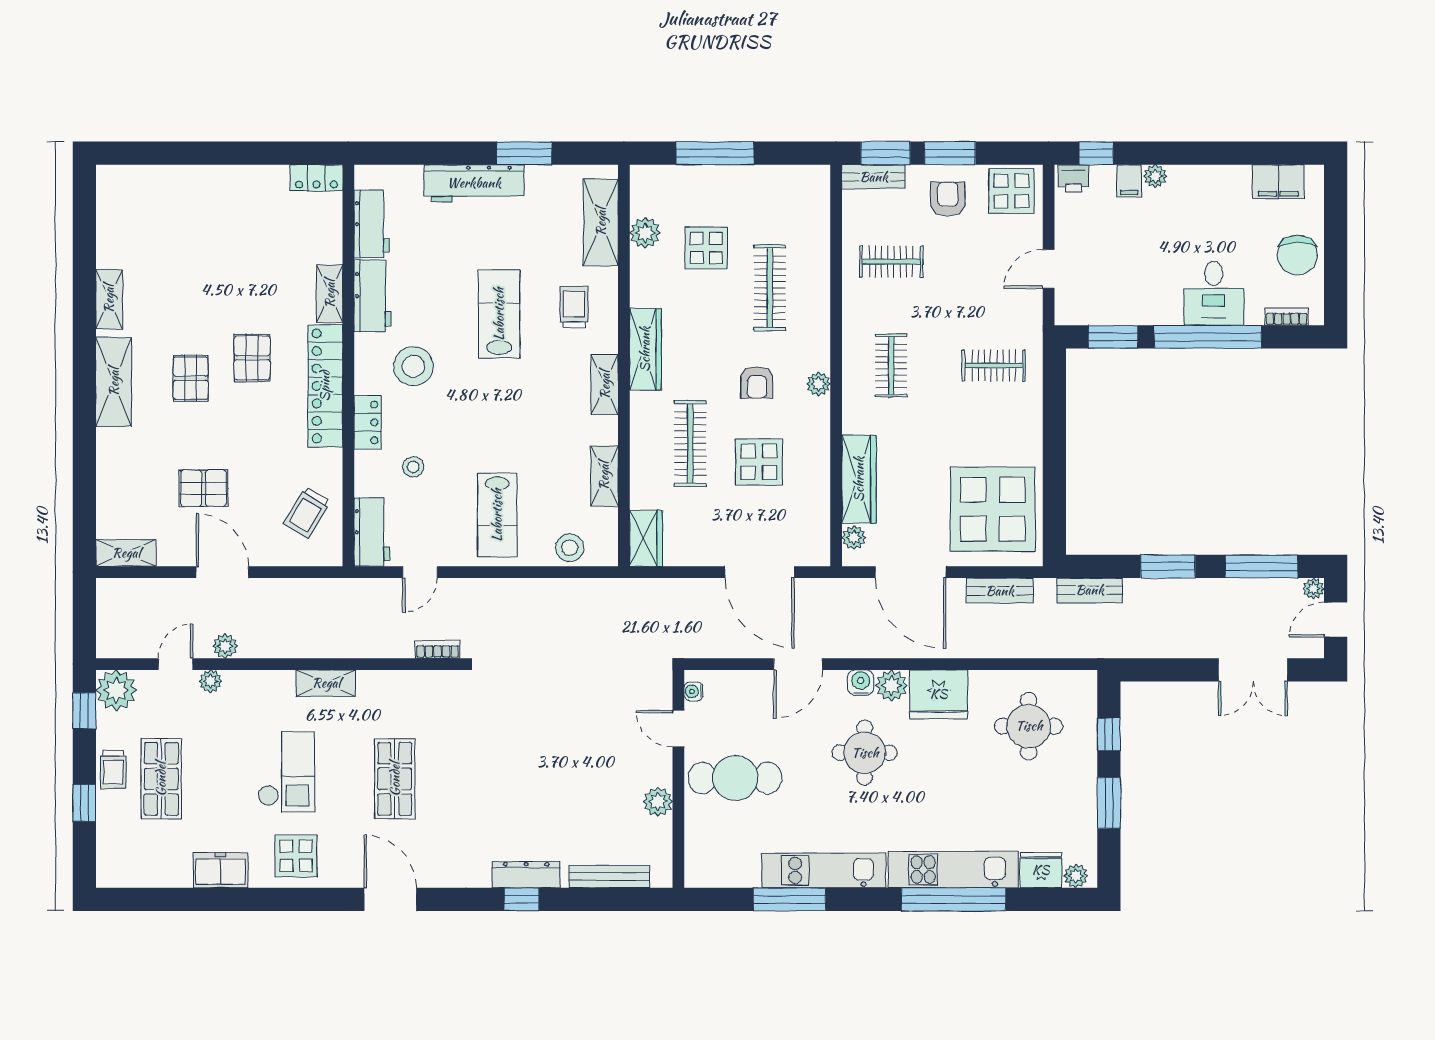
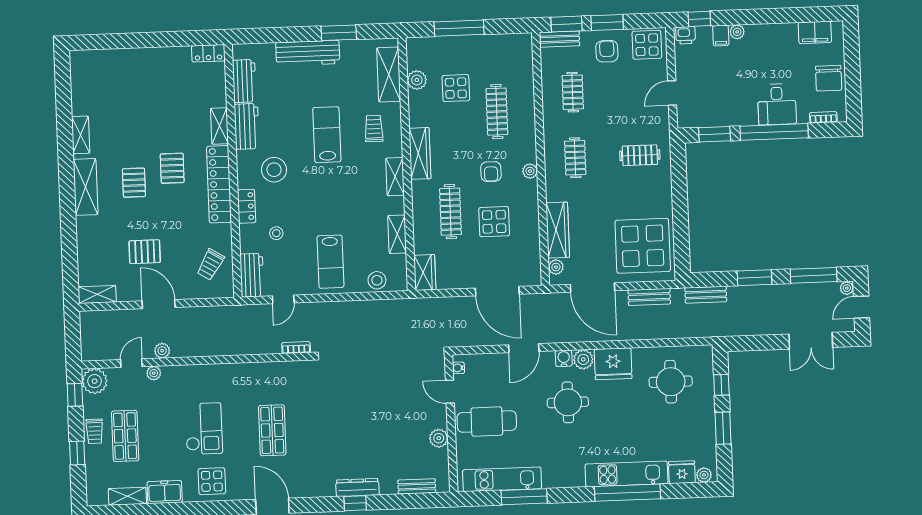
clothes rail: (891, 262) -> (573, 92), turned 90
shelving: (326, 683) -> (127, 496), moved
kitchen unit: (824, 870) -> (502, 479), moved
bench: (609, 877) -> (417, 486), width x0.73

